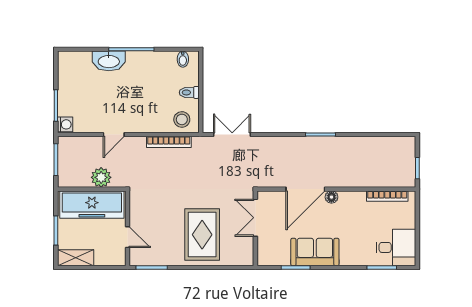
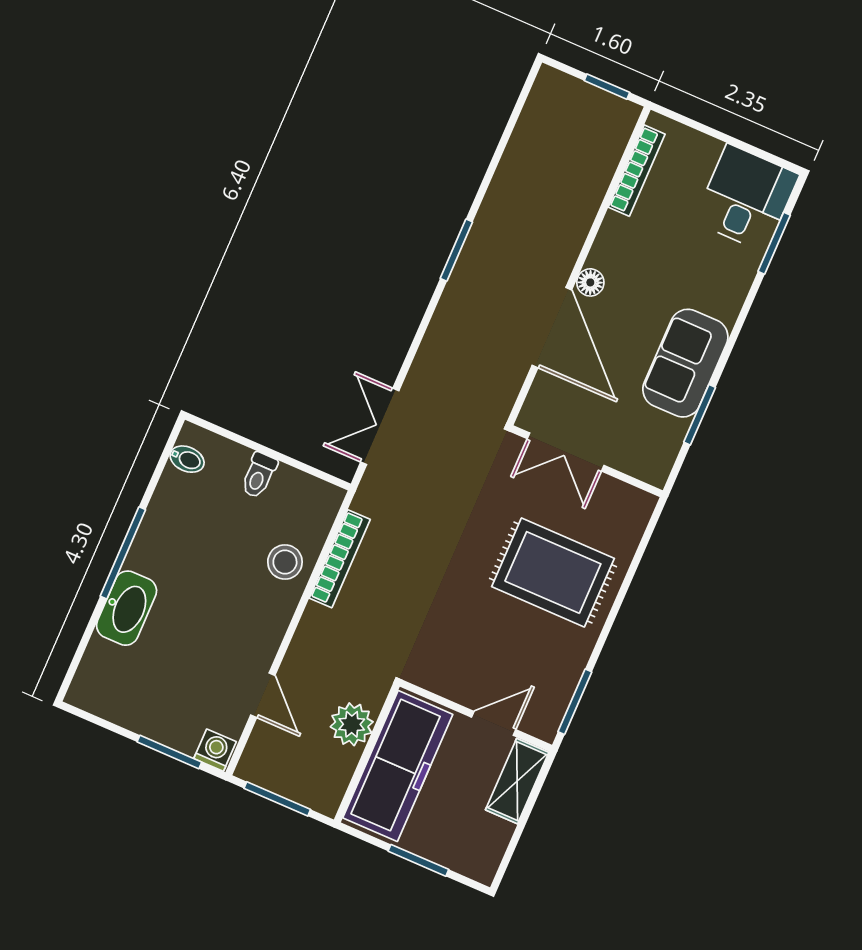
stool: (182, 119) -> (285, 562), moved
door: (114, 135) -> (263, 695), moved
shelving: (76, 258) -> (517, 781), moved

